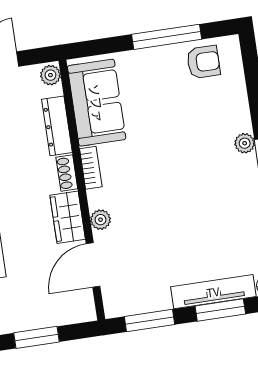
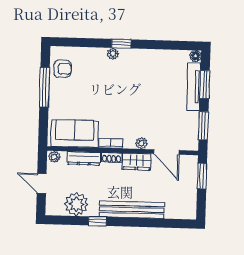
armchair: (203, 62) -> (63, 69), turned 90
window: (37, 337) -> (202, 176), moved

